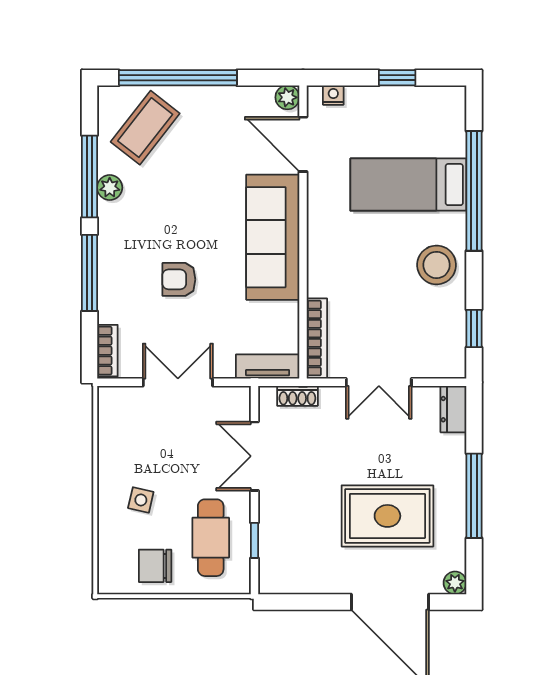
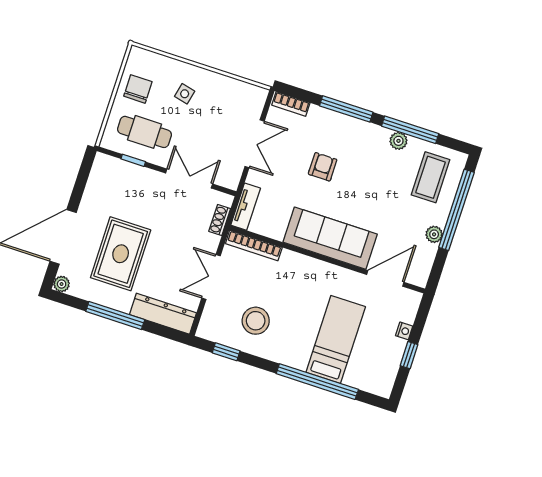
nightstand: (333, 95) -> (404, 331), moved
plant: (287, 97) -> (434, 234), moved
coffee table: (145, 128) -> (431, 177), turned 52
stool: (437, 265) -> (256, 321), moved
dresser: (453, 409) -> (163, 314), width x1.96, depth x1.24

